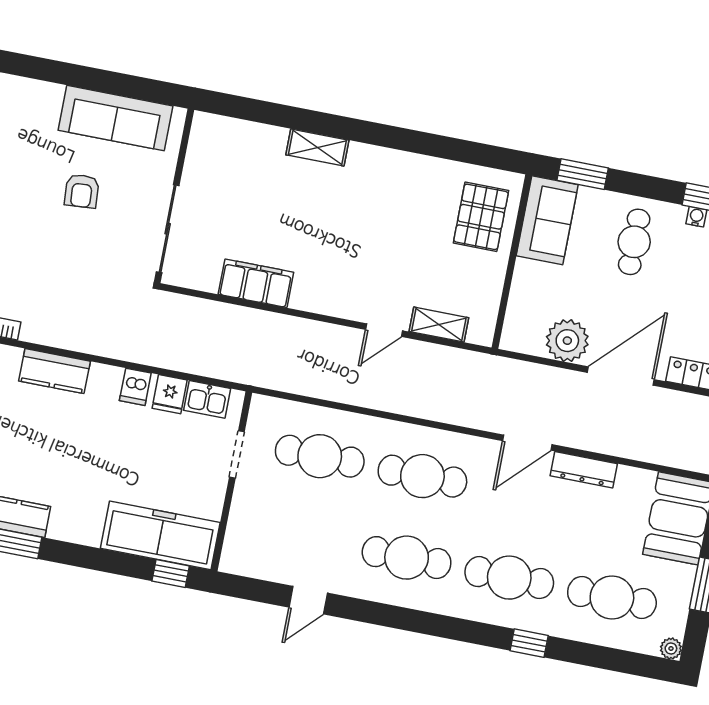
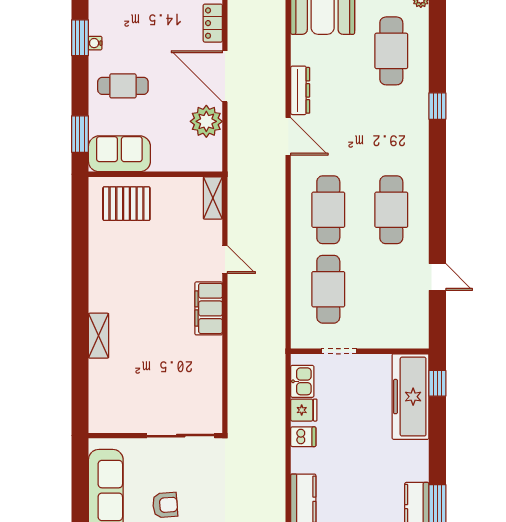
filing cabinet: (256, 283) -> (209, 308), moved
shelving: (439, 325) -> (213, 198), moved
cafe table: (509, 578) -> (391, 130), removed

